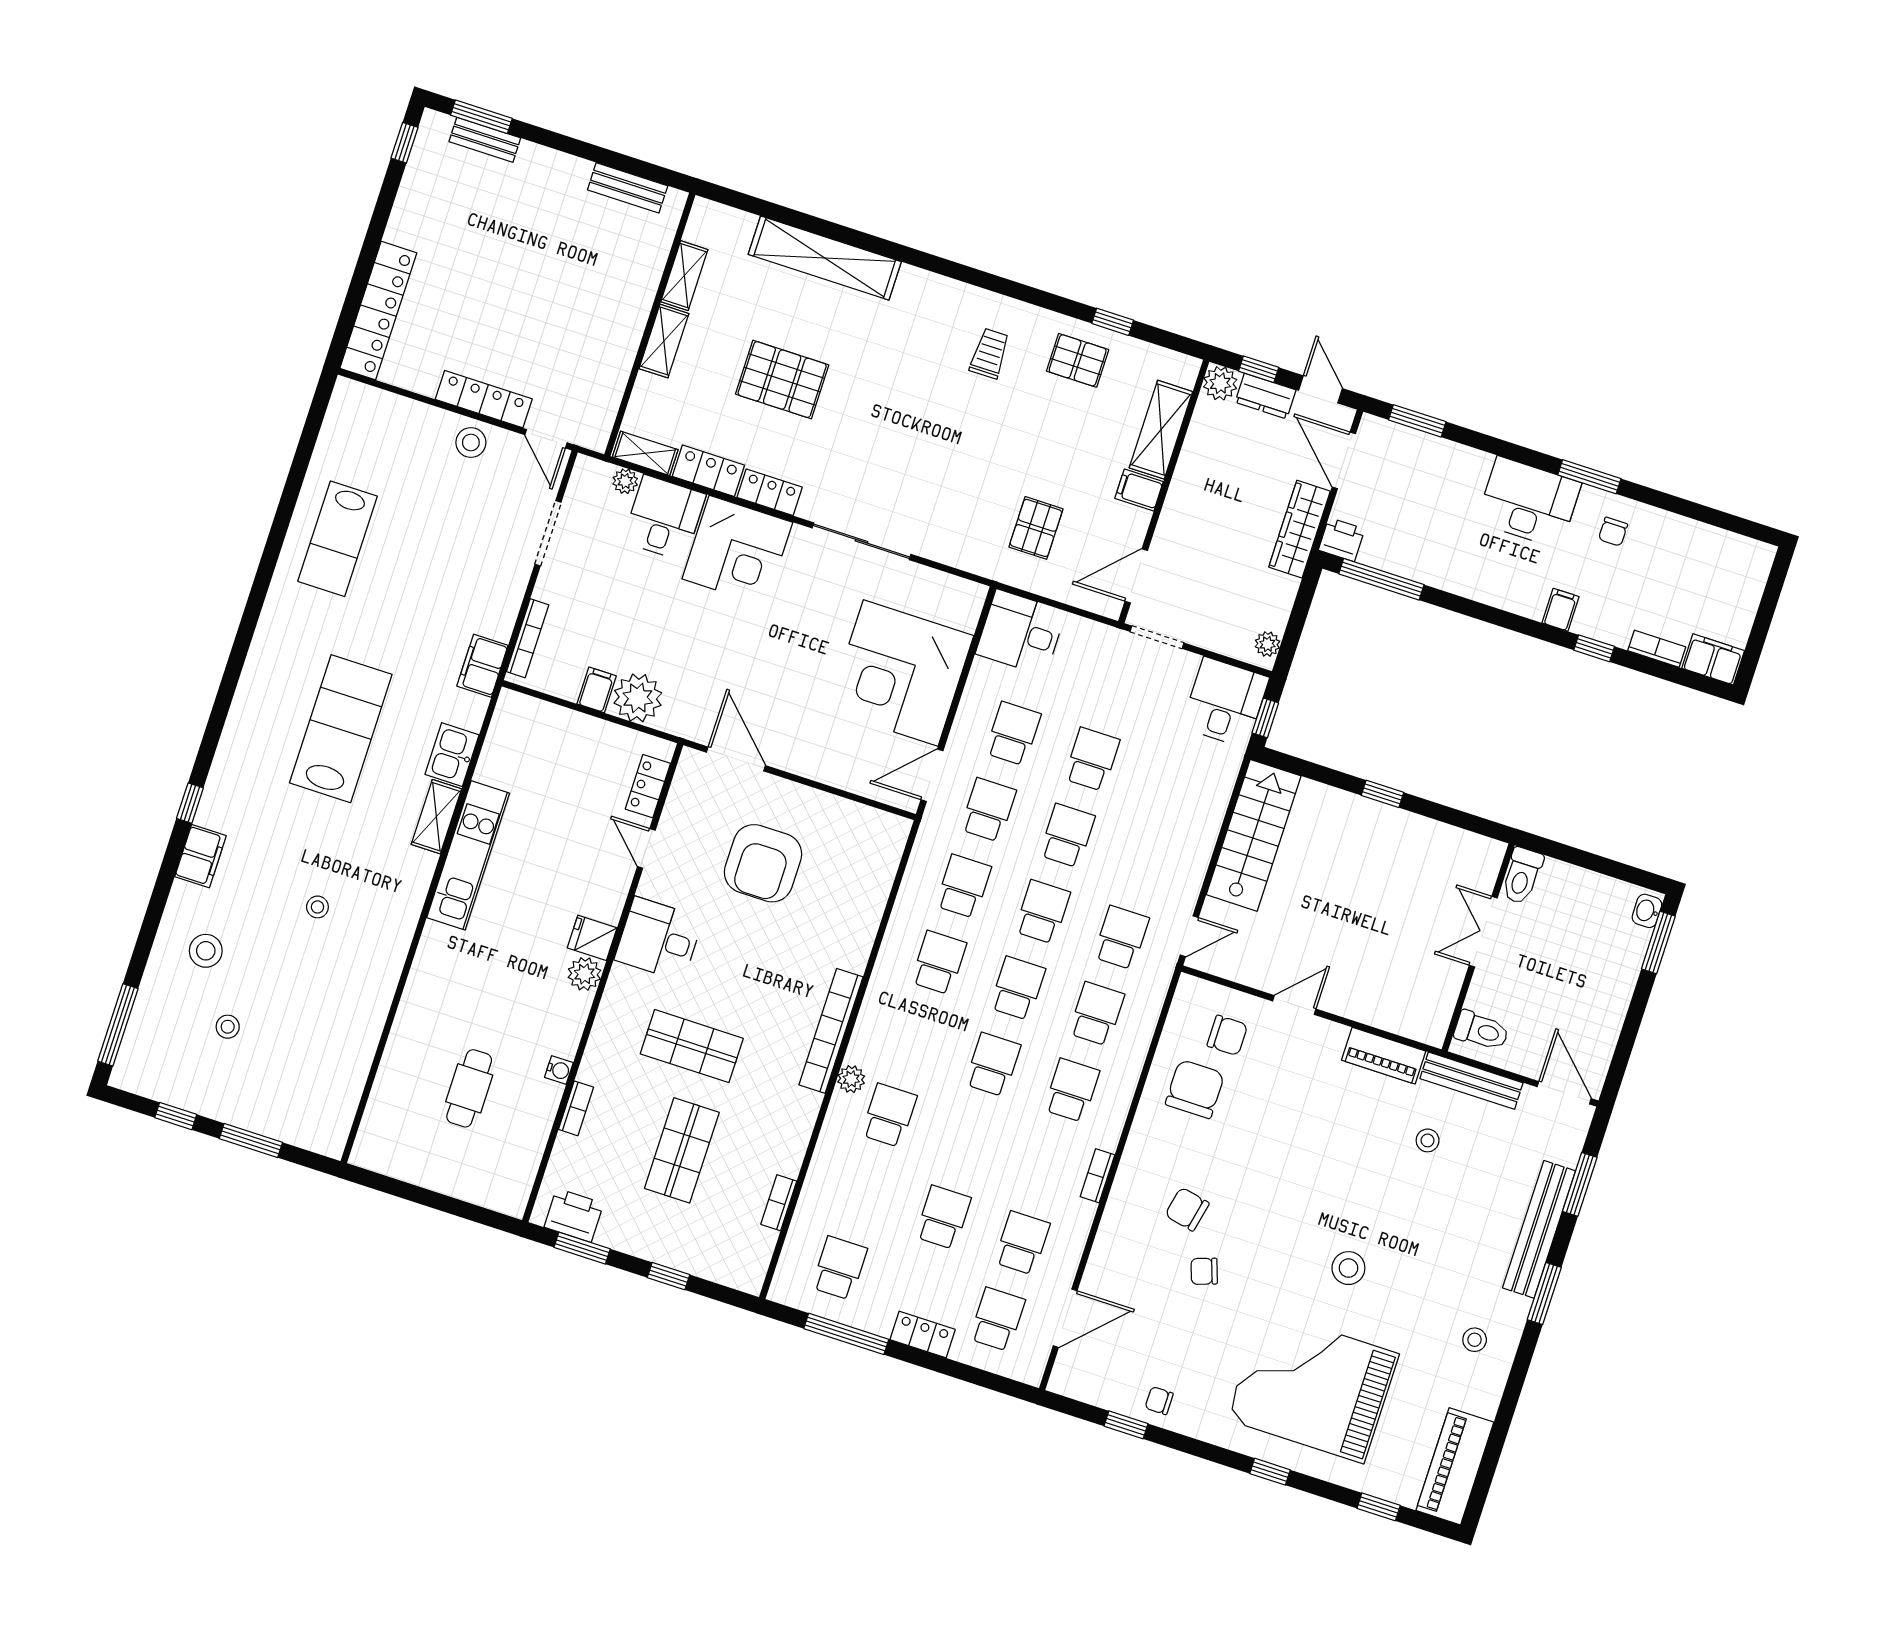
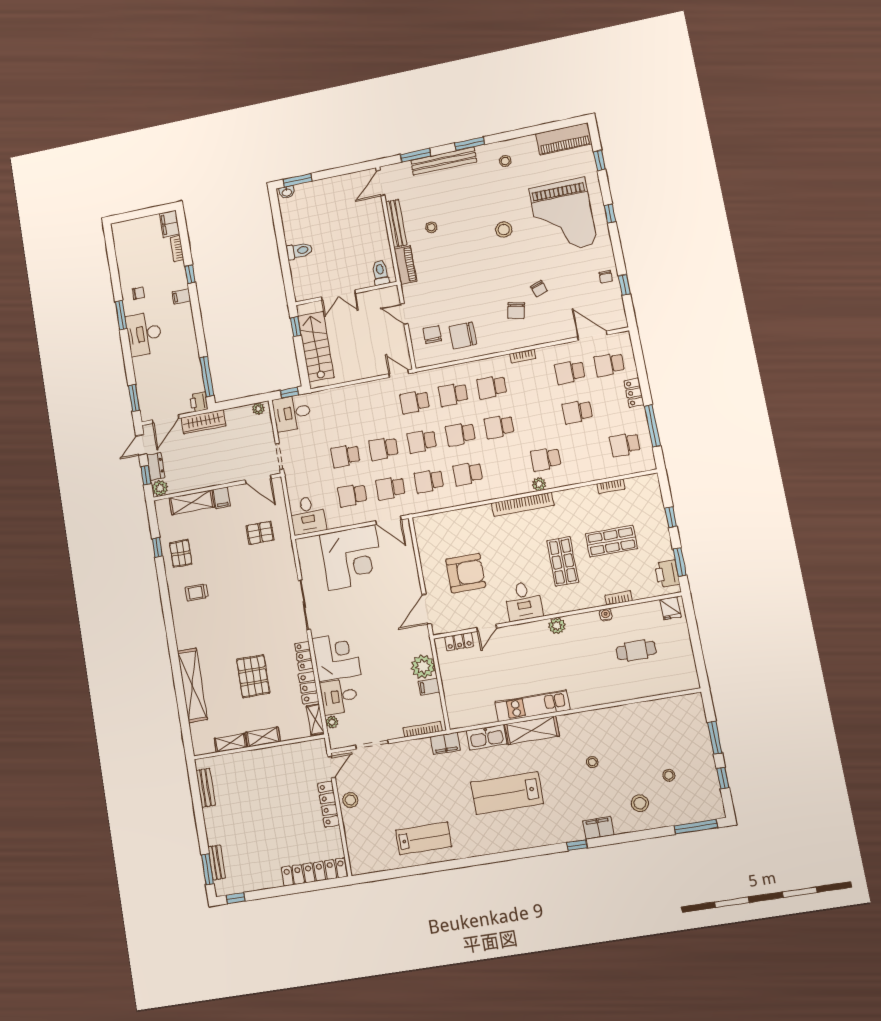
kitchen sink: (452, 755) -> (487, 737), width x1.38
shelving: (436, 817) -> (532, 730), width x1.50, depth x1.33
stairs: (1254, 835) -> (316, 347), moved, turned 90
double door: (1483, 932) -> (338, 295), moved
fridge: (592, 938) -> (670, 608), moved
wall: (1478, 947) -> (346, 294), moved
toilet: (1481, 1031) -> (380, 273), moved

